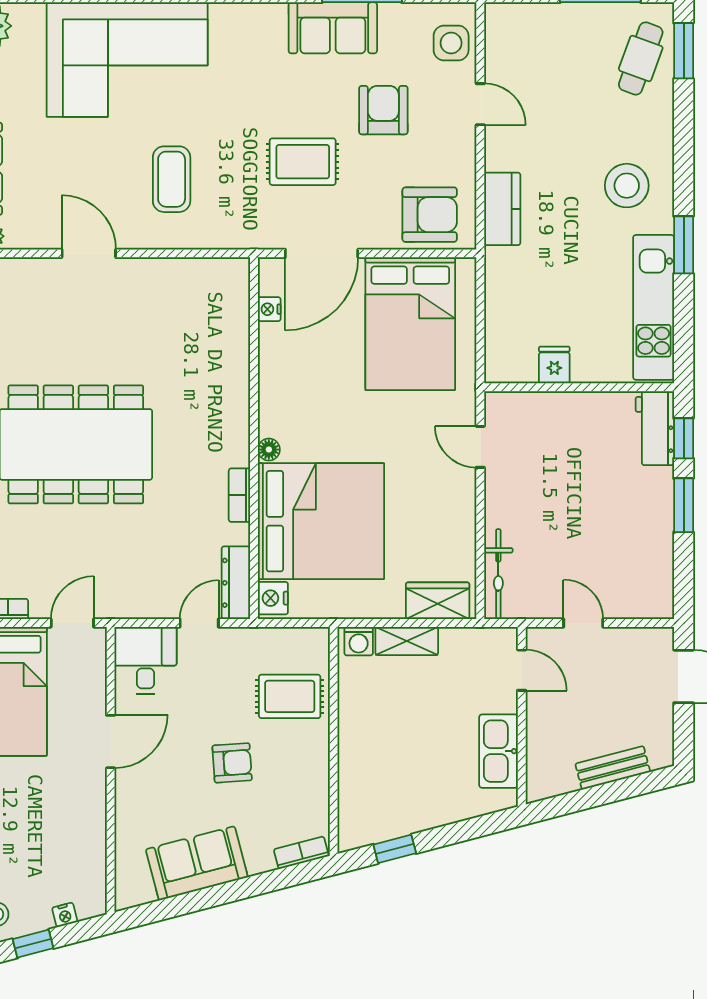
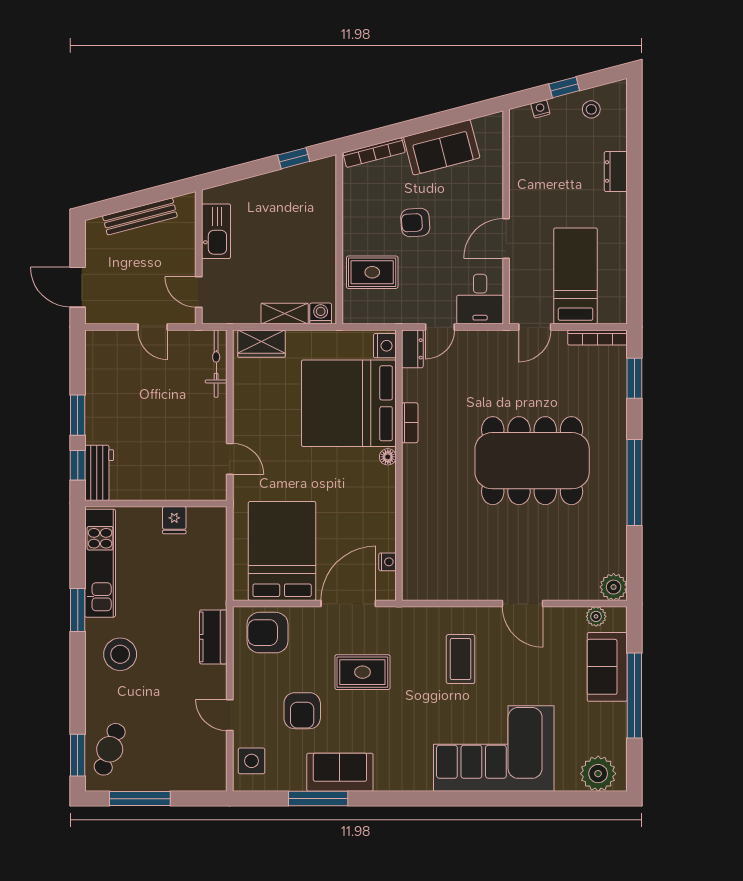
dresser: (236, 583) -> (412, 349), width x0.70
bench: (613, 768) -> (140, 216), width x1.36
bookcase: (301, 853) -> (374, 153), width x1.56

